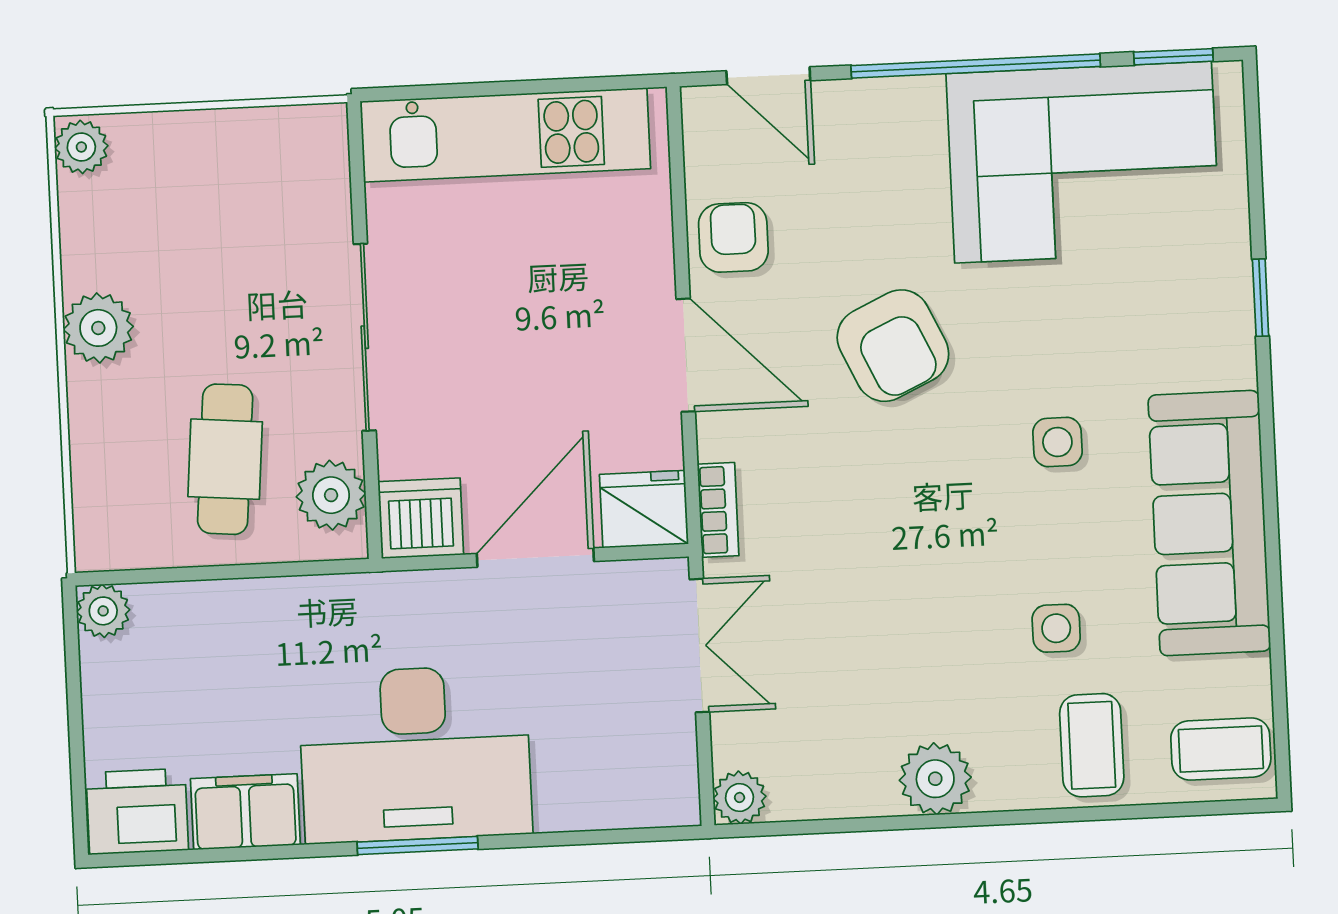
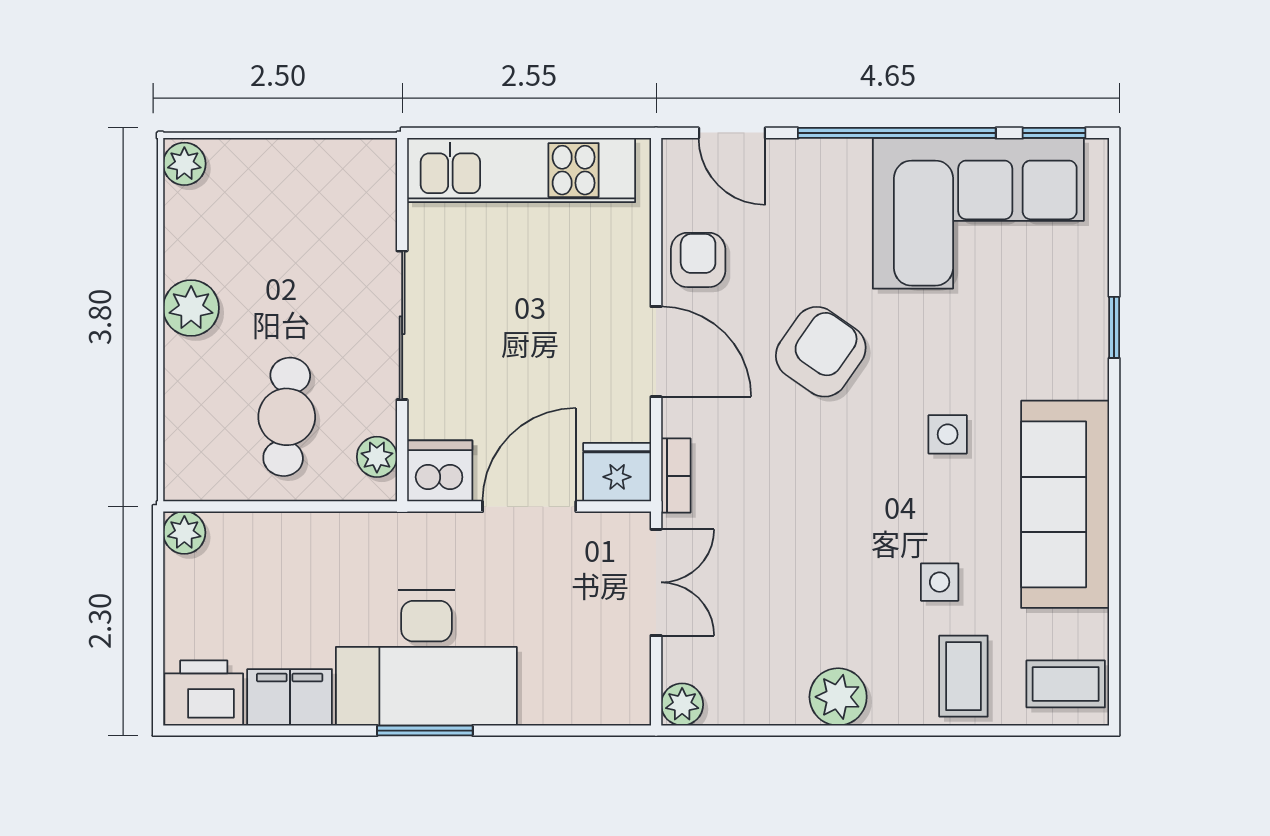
armchair: (893, 346) -> (821, 352), turned -120
plant: (331, 495) -> (377, 457), width x0.73, depth x0.73

